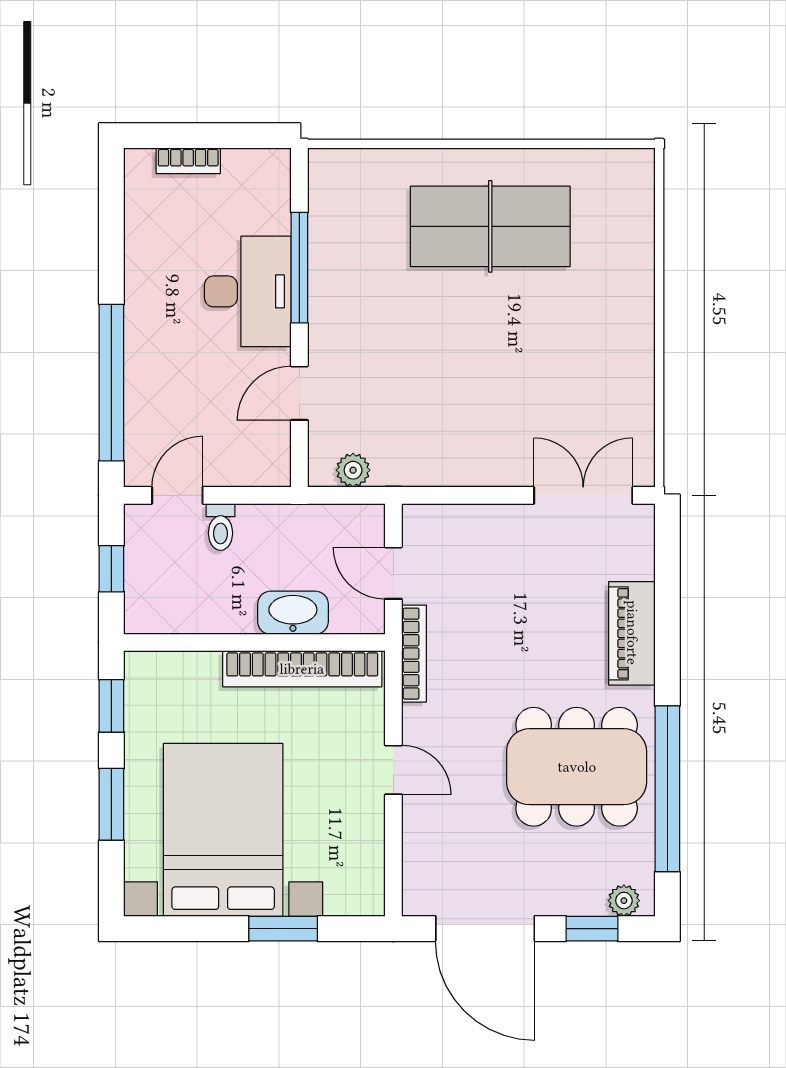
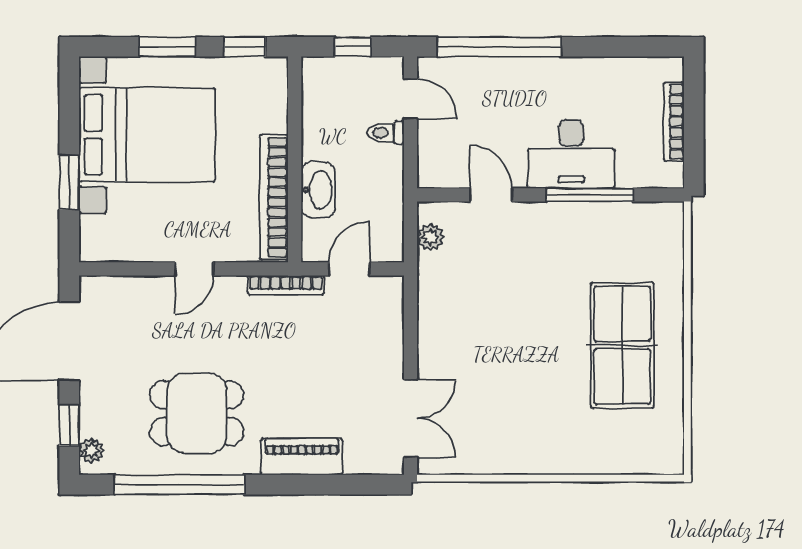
bookcase: (188, 161) -> (674, 122), width x1.56
dining table: (577, 767) -> (197, 413), width x0.73

